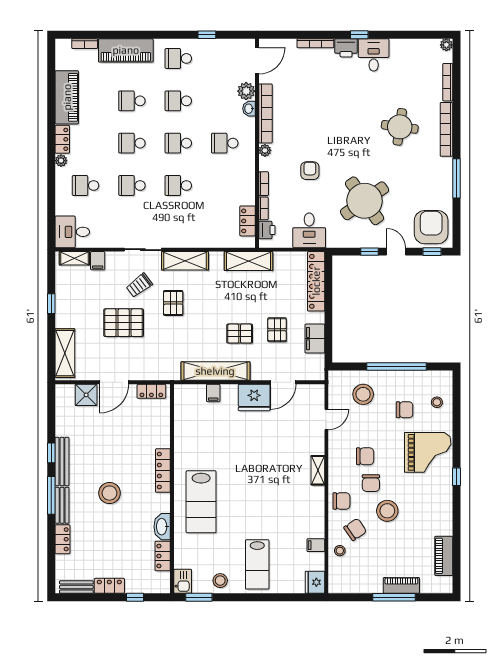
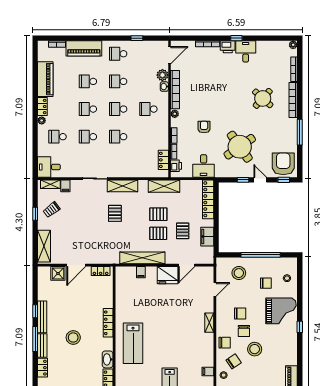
round table: (400, 127) -> (263, 98), turned 34
trolley: (139, 285) -> (51, 210), moved
pallet: (124, 323) -> (158, 214), moved, width x0.67, depth x0.71

